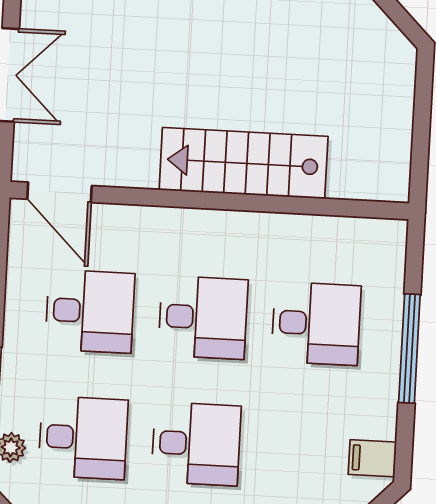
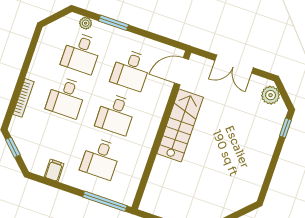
stairs: (244, 163) -> (180, 125), moved
window: (409, 348) -> (105, 201), moved
filing cabinet: (372, 458) -> (54, 170), moved

